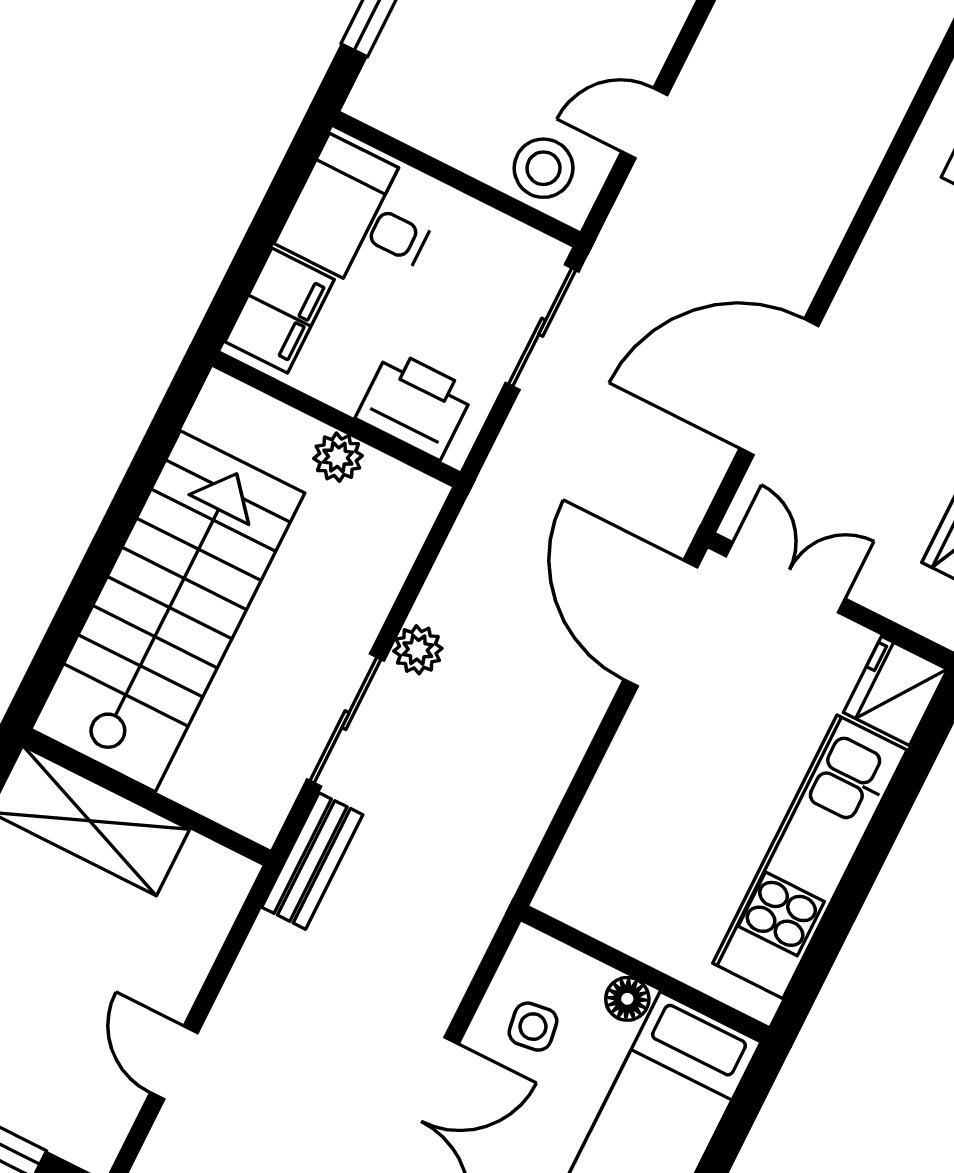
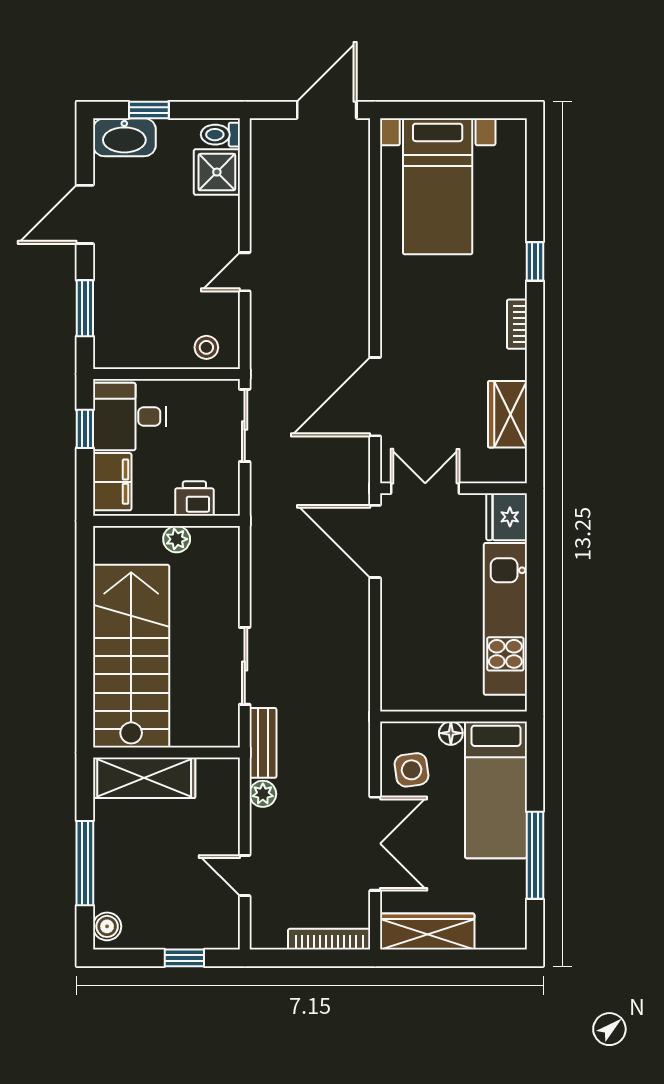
door: (644, 123) -> (245, 272), moved
stool: (544, 168) -> (206, 347), width x0.73, depth x0.73
window: (278, 202) -> (85, 429), added
printer: (415, 404) -> (194, 499), width x0.73, depth x0.81
plant: (418, 650) -> (263, 794), moved
side table: (533, 1027) -> (411, 770), width x1.37, depth x1.37

